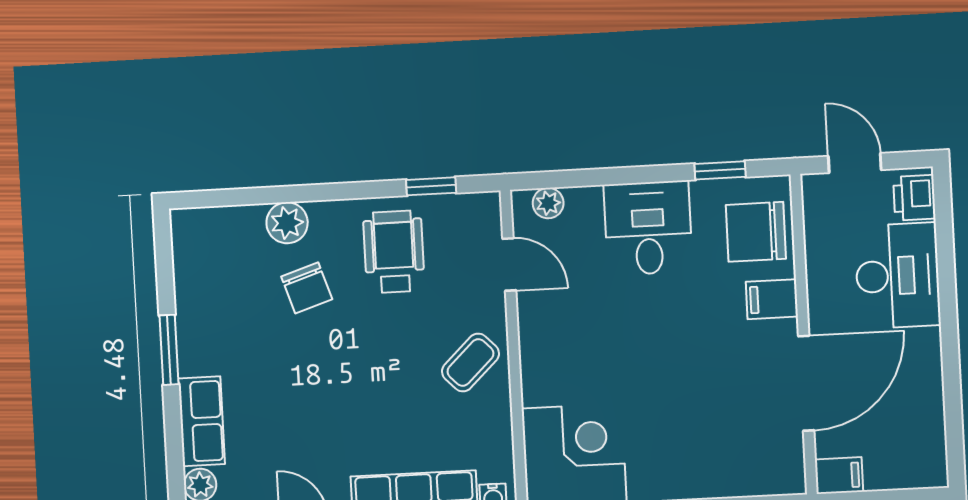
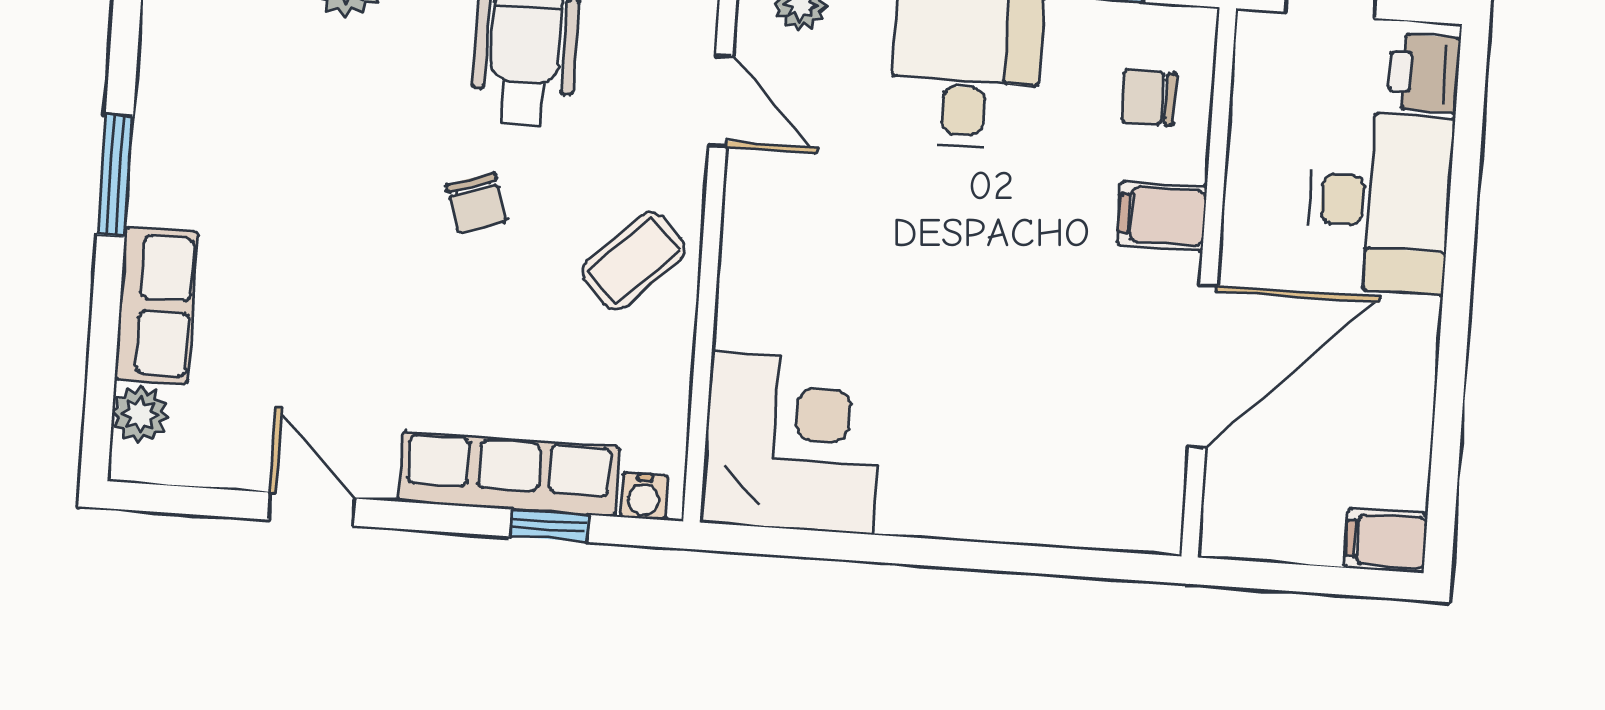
chair: (756, 232) -> (1149, 98), width x0.54, depth x0.54
chair: (307, 288) -> (477, 203), moved, width x0.73, depth x0.73
filing cabinet: (839, 475) -> (1386, 541), moved, turned 180

